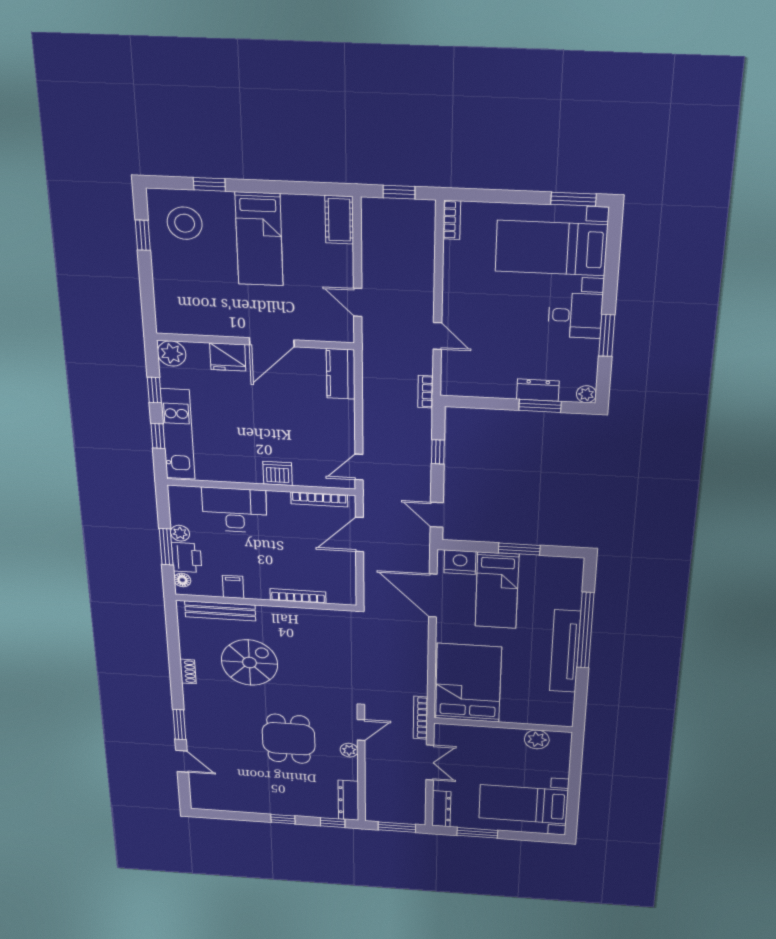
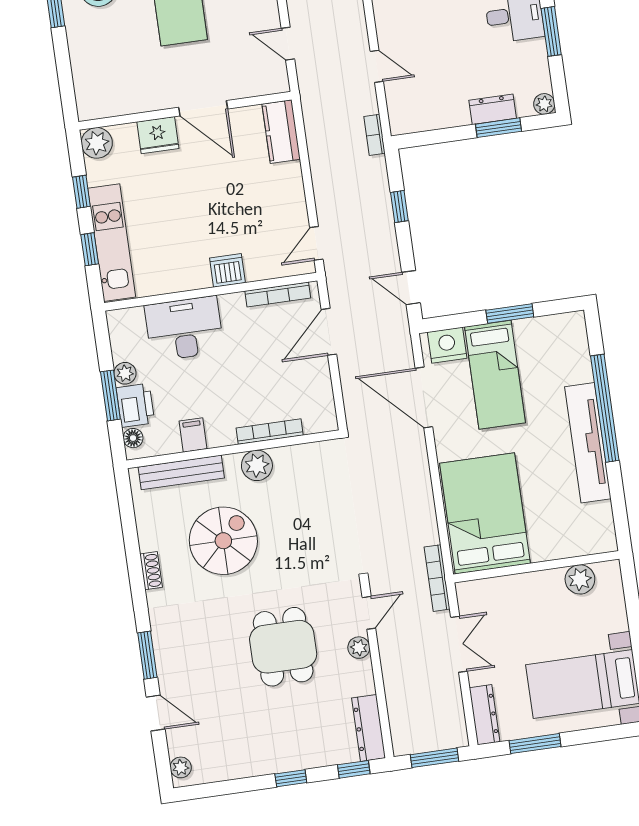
door: (272, 342) -> (203, 108), hinge flipped
plant: (284, 617) -> (257, 465), added
plant: (198, 797) -> (181, 767), added

